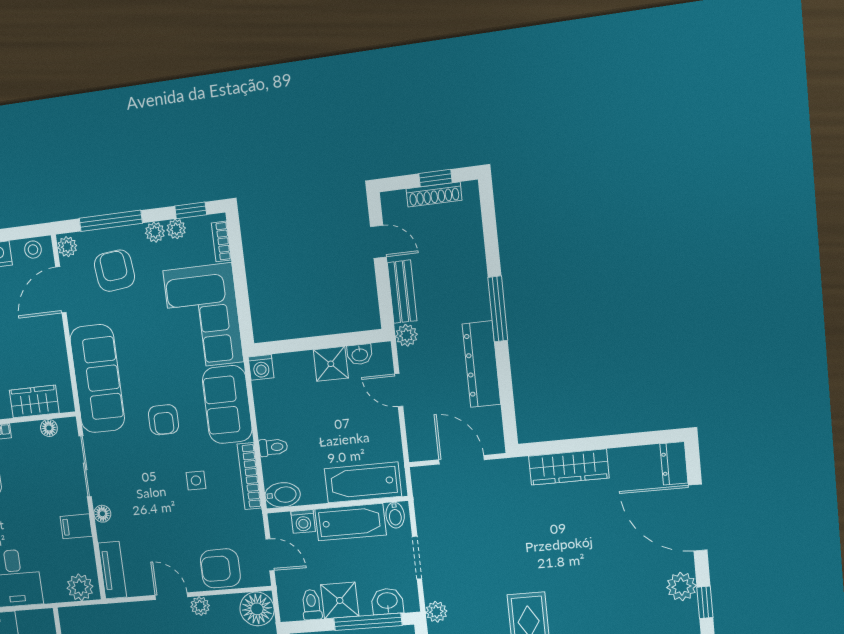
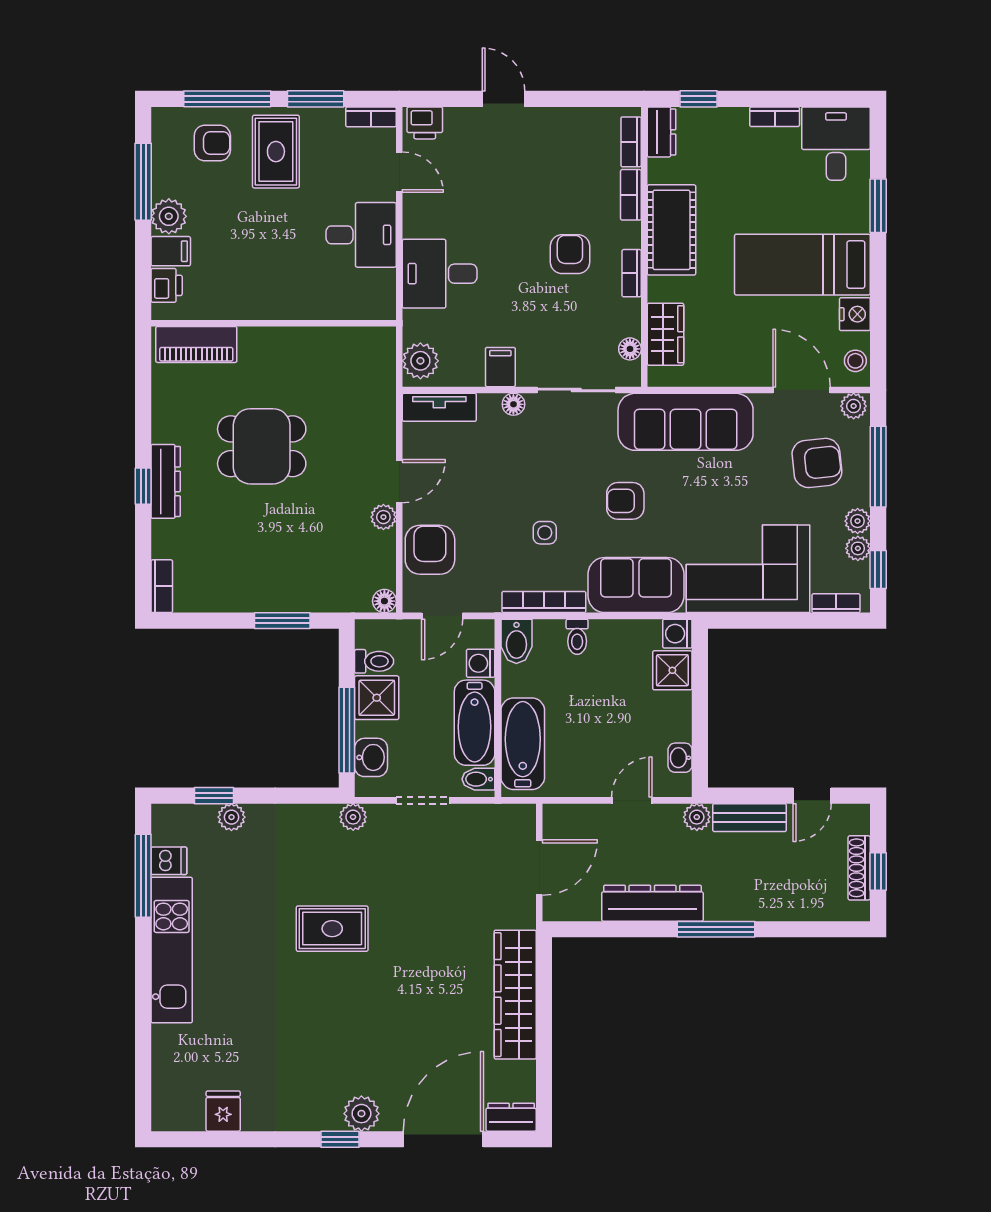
shower: (331, 364) -> (672, 670), moved
wardrobe: (569, 467) -> (515, 995), width x1.40, depth x1.17
floor lamp: (257, 609) -> (384, 601), width x0.53, depth x0.53

